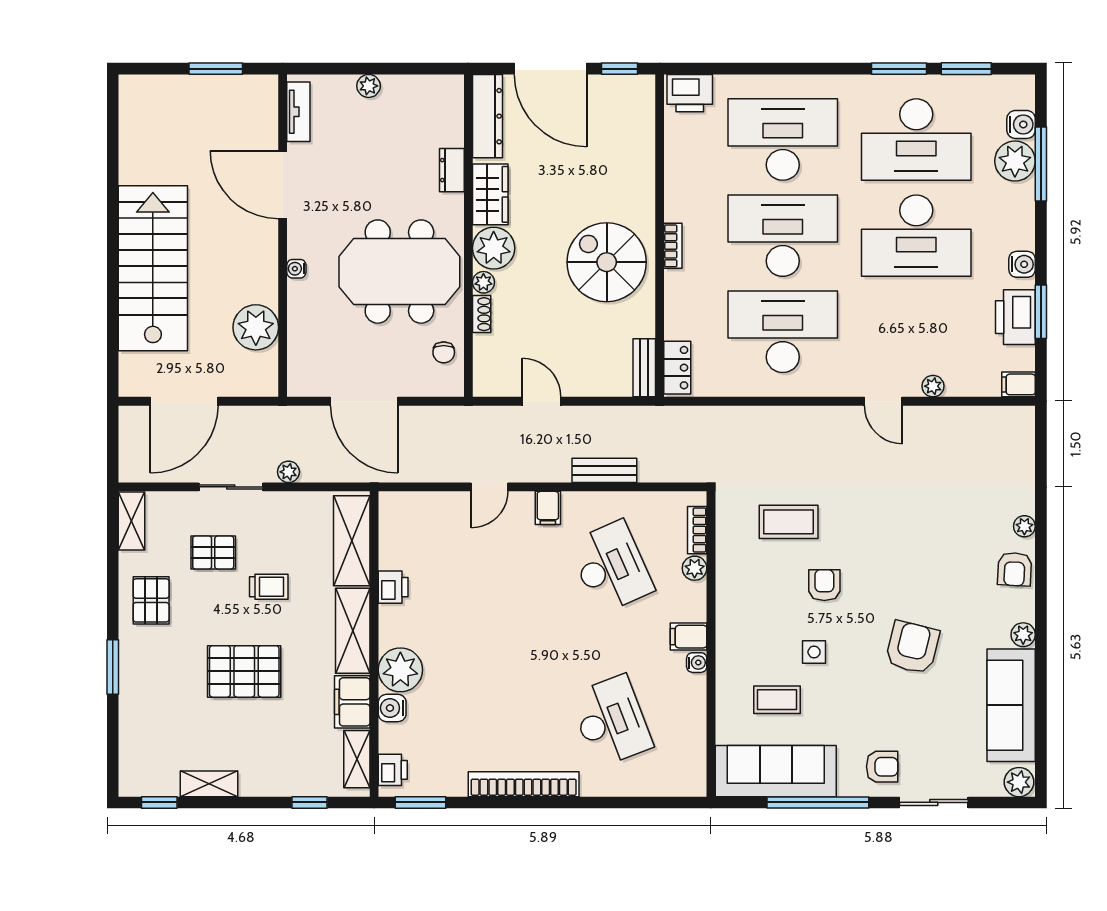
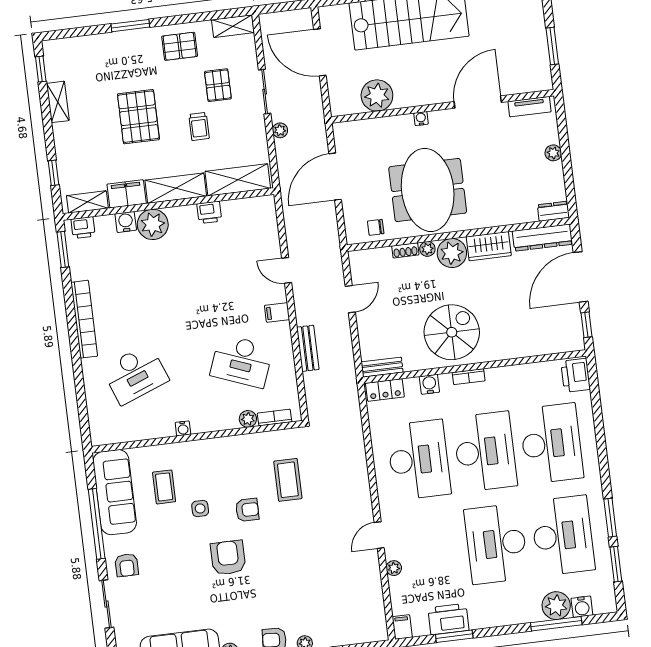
desk: (916, 140) -> (563, 536), turned 180
dresser: (452, 170) -> (553, 211), moved
water cooler: (1022, 264) -> (429, 384), moved, turned 180
desk: (611, 567) -> (242, 361), turned 45
filing cabinet: (689, 637) -> (200, 421), removed
armchair: (912, 647) -> (228, 558), moved, turned -104

